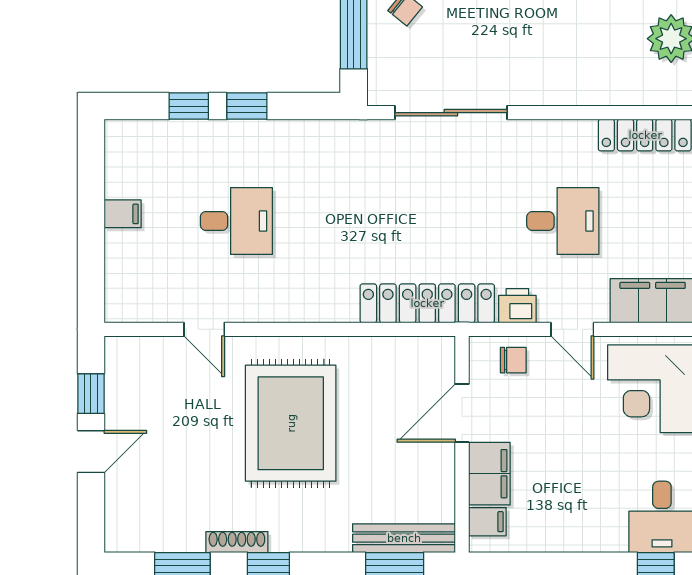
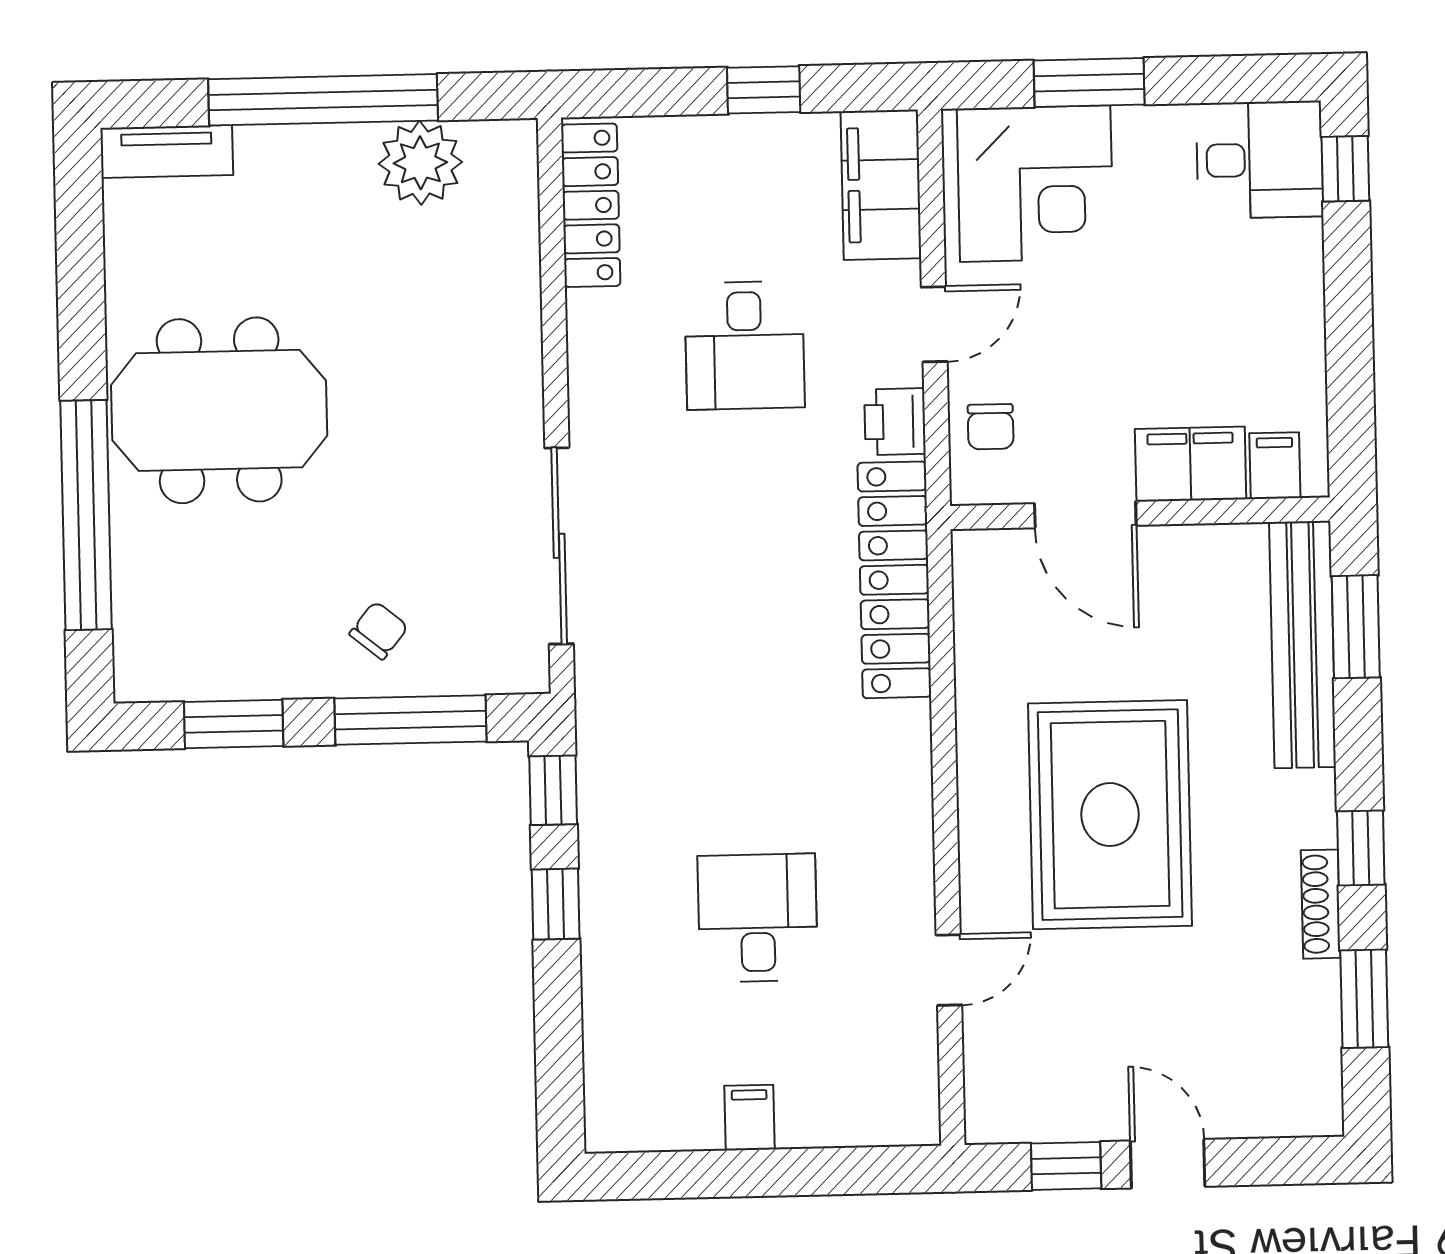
window: (189, 106) -> (553, 790), moved
desk: (563, 221) -> (745, 345), turned 180
chair: (513, 360) -> (991, 427), turned 180
rug: (291, 423) -> (1110, 815), turned 90
bench: (404, 538) -> (1302, 644), width x1.37, depth x1.21

